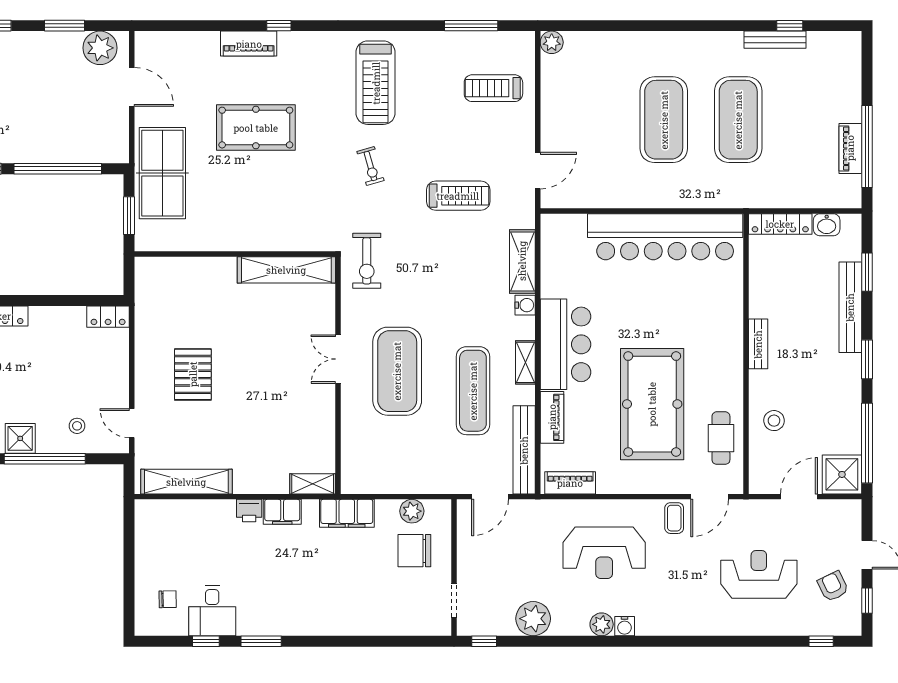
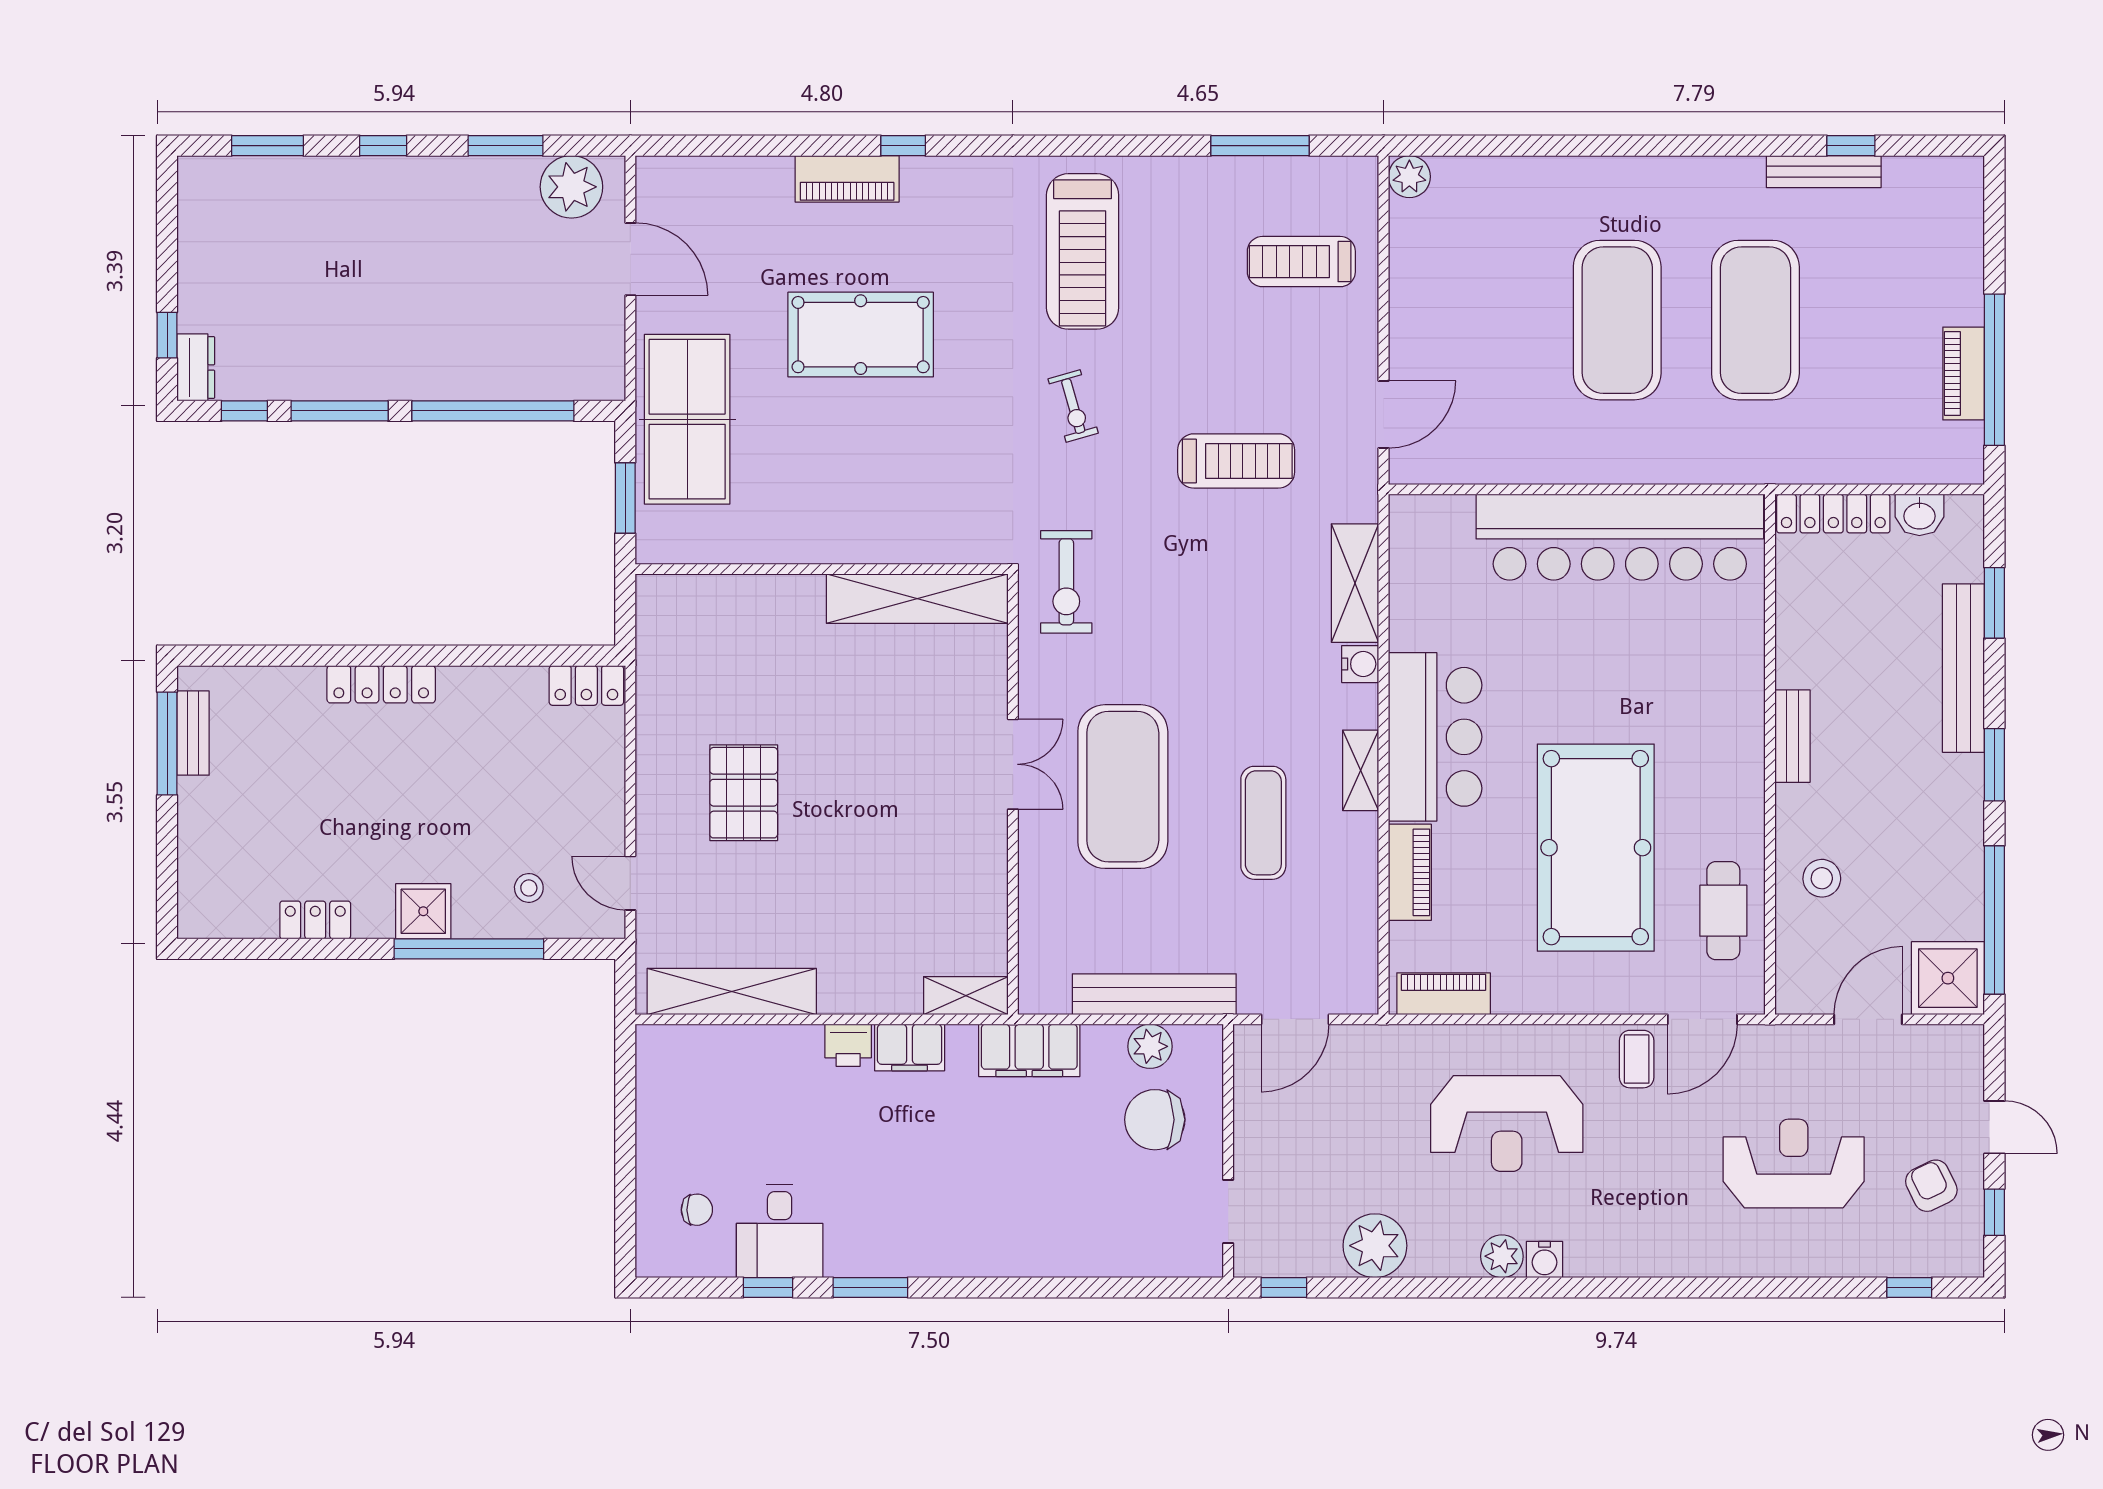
double door: (338, 359) -> (1013, 764), swing flipped
exercise mat: (473, 391) -> (1263, 823), width x0.73, depth x0.69
bench: (524, 450) -> (1154, 994), moved, turned 90

